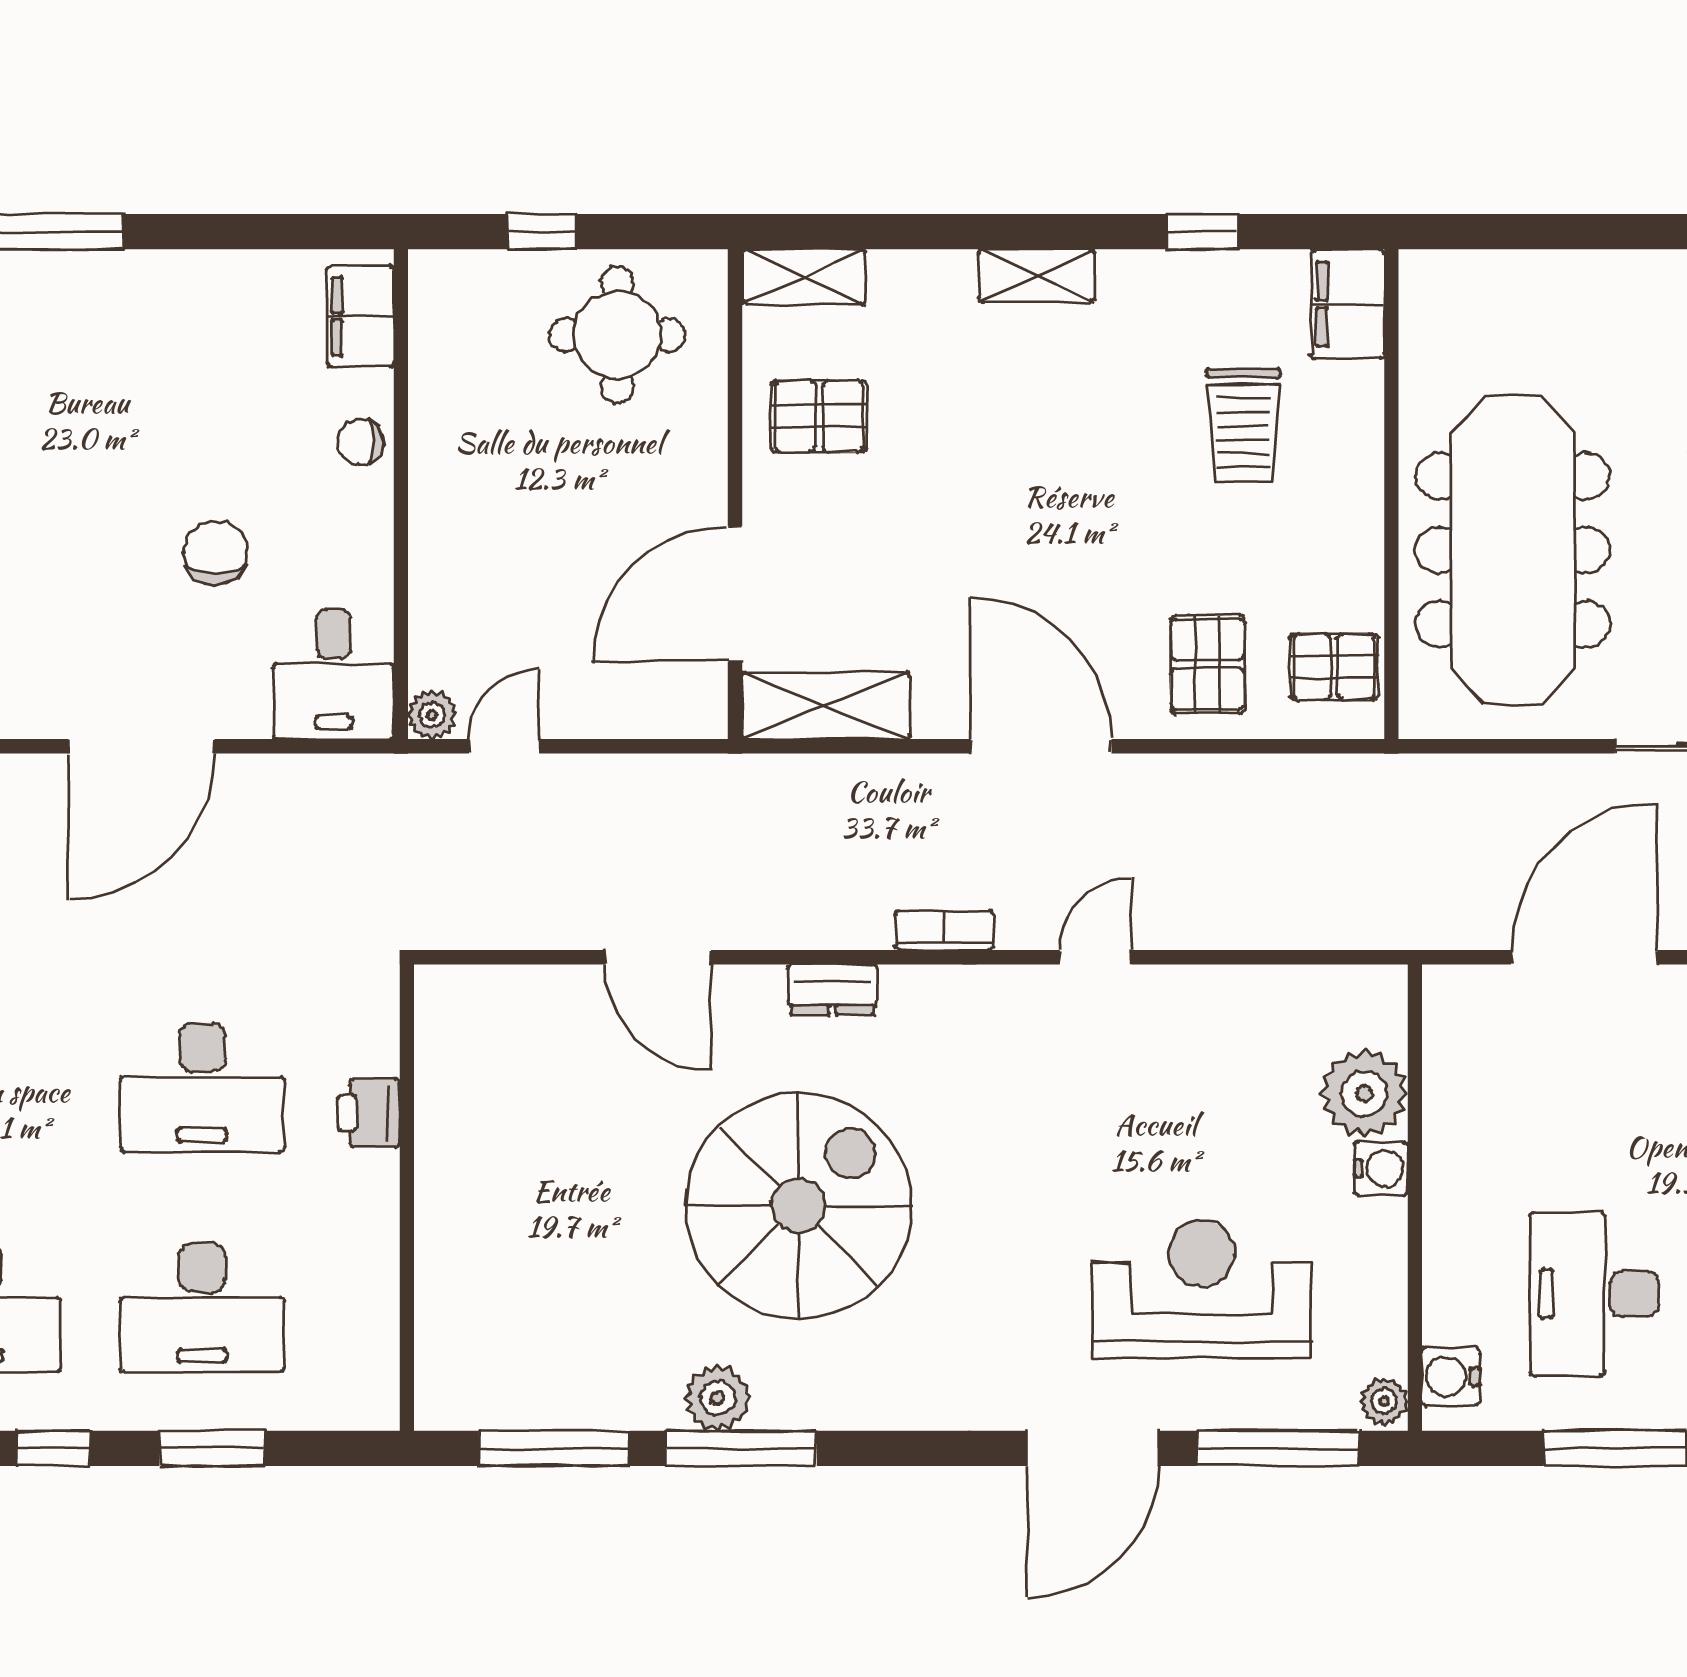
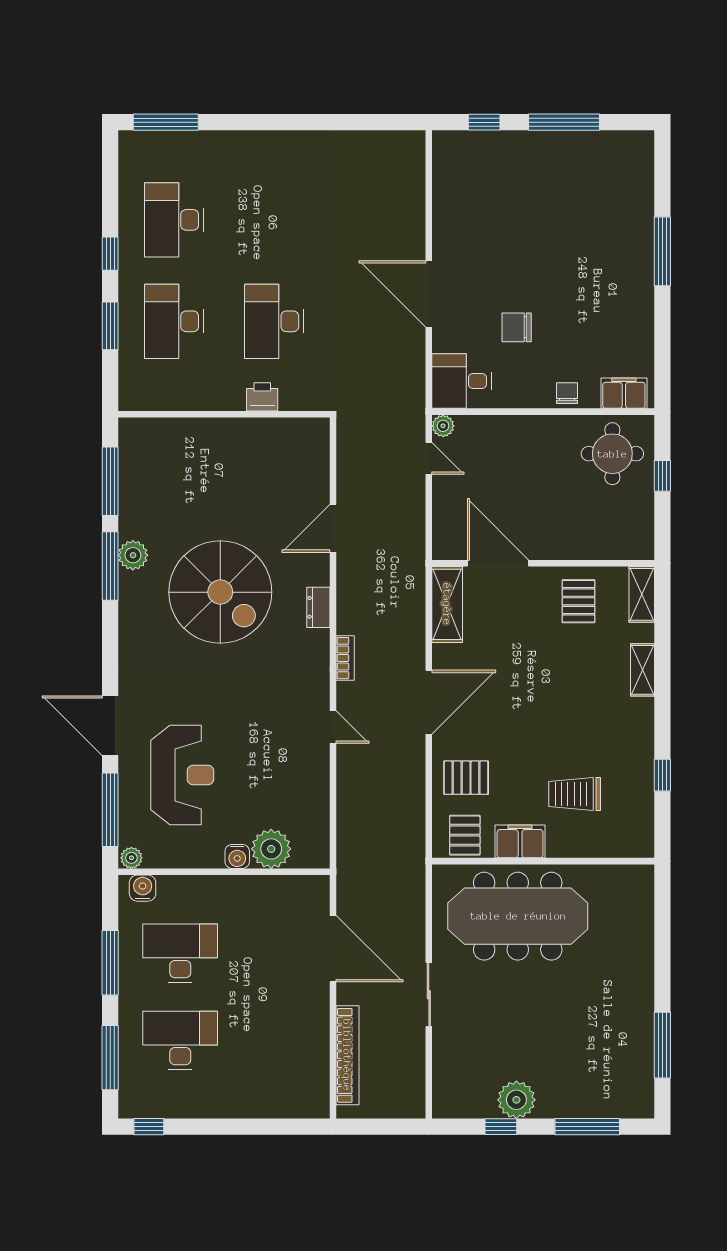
shelving: (1037, 275) -> (643, 670), moved
filing cabinet: (1348, 304) -> (520, 841), moved
round table: (617, 335) -> (612, 454), moved
chair: (215, 553) -> (517, 327), turned 180

